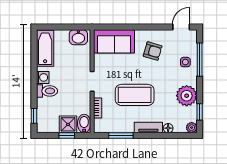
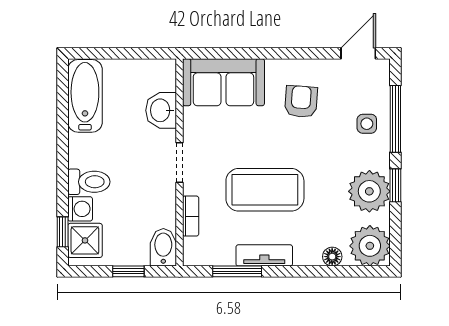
washbasin: (78, 37) -> (161, 110), moved, turned 90
armchair: (153, 51) -> (301, 102), turned -102
washing machine: (43, 77) -> (80, 209), moved
window: (200, 112) -> (395, 185), moved
shower: (68, 124) -> (85, 240), moved
tv unit: (148, 128) -> (264, 255), moved
plant: (192, 128) -> (370, 246), width x1.87, depth x1.87

